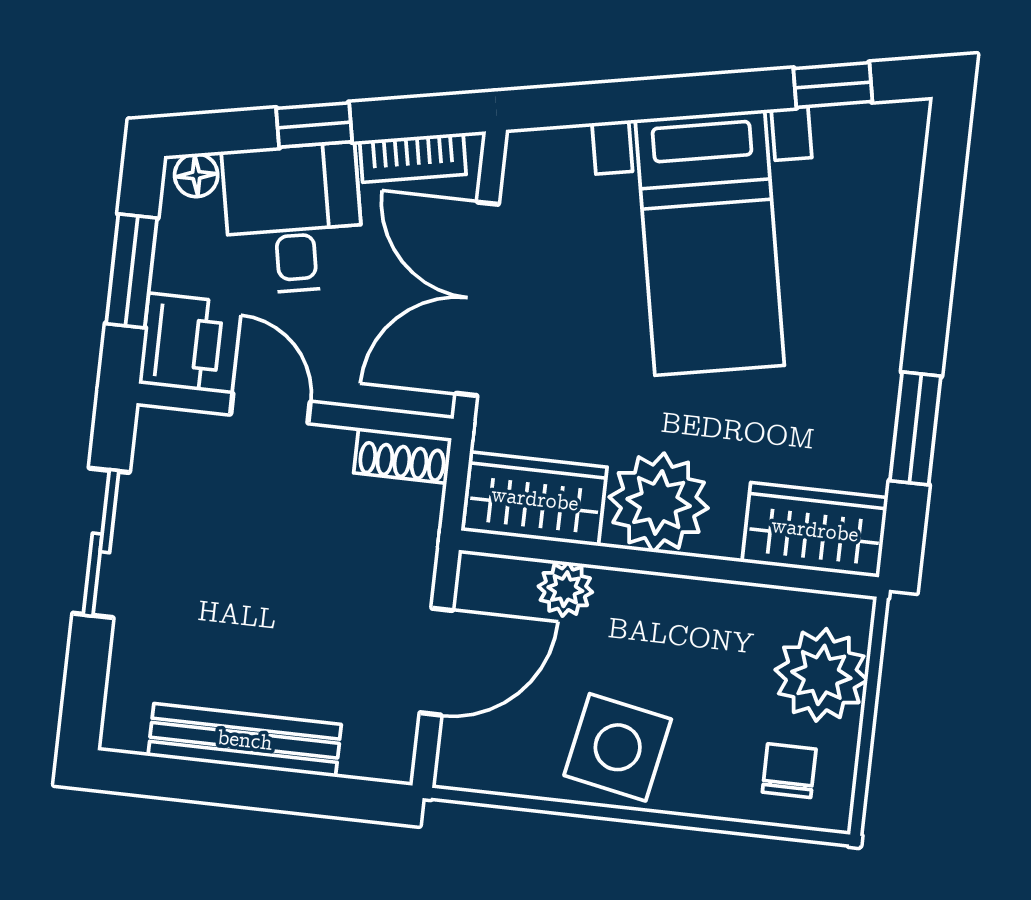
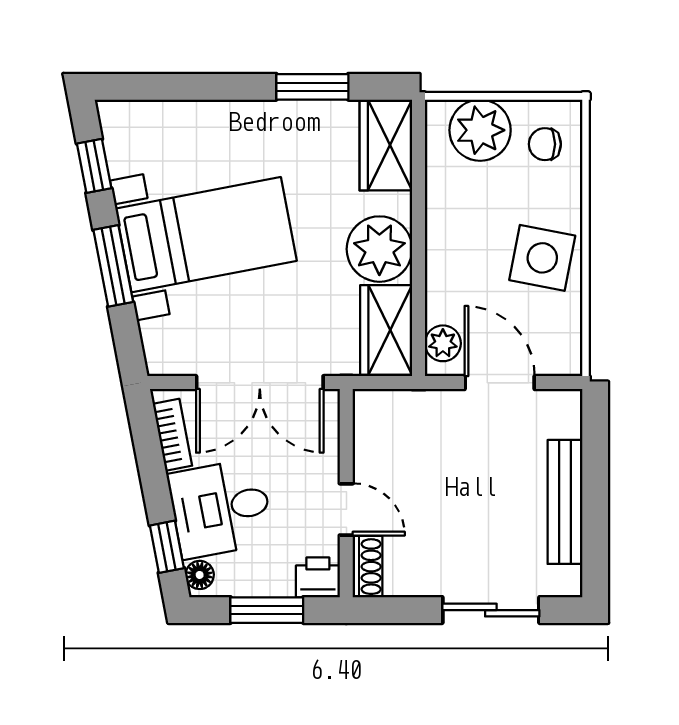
window: (678, 97) -> (113, 266), added
window: (314, 125) -> (167, 547), moved
printer: (181, 342) -> (318, 577), width x0.73, depth x0.81
door: (270, 408) -> (346, 509), swing flipped
shoe rack: (403, 456) -> (368, 567), moved
sliding door: (101, 543) -> (491, 610), moved
plant: (565, 589) -> (443, 343), moved

